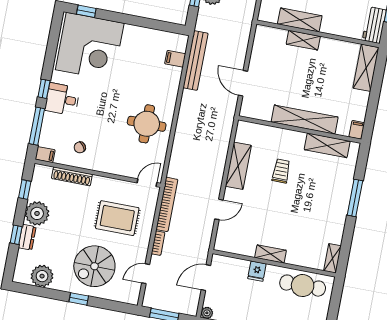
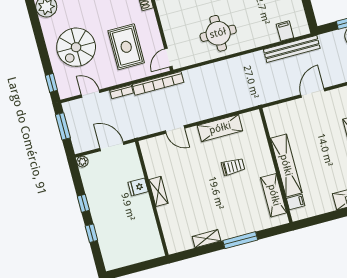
door: (243, 83) -> (313, 93), moved
filing cabinet: (357, 130) -> (296, 202), moved
door: (147, 183) -> (168, 58), swing flipped
shelving: (332, 258) -> (206, 239), moved
spiral stairs: (94, 266) -> (76, 47), turned -90
cafe table: (303, 286) -> (145, 232), removed
window: (79, 299) -> (51, 83), moved

